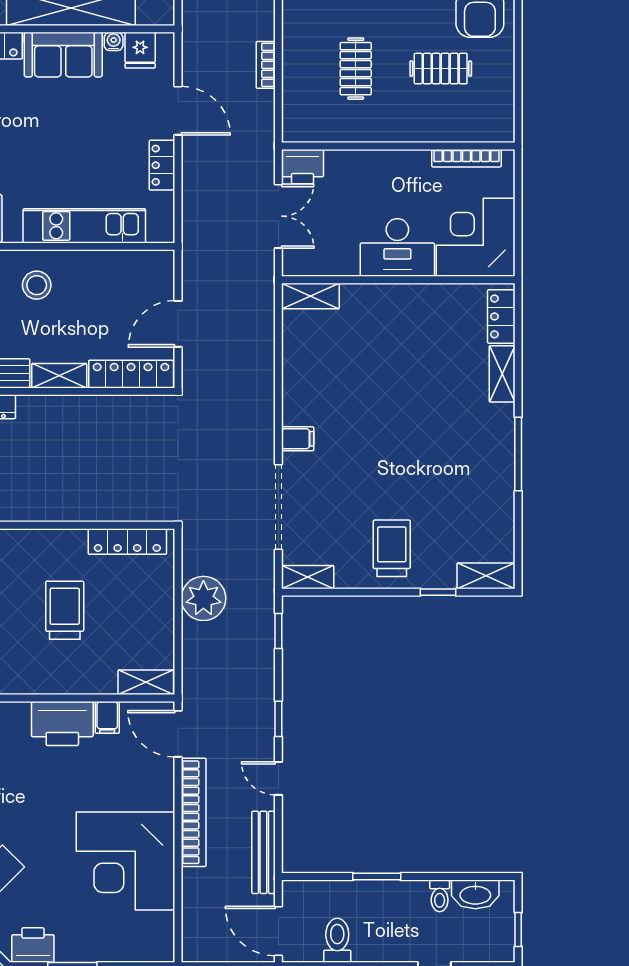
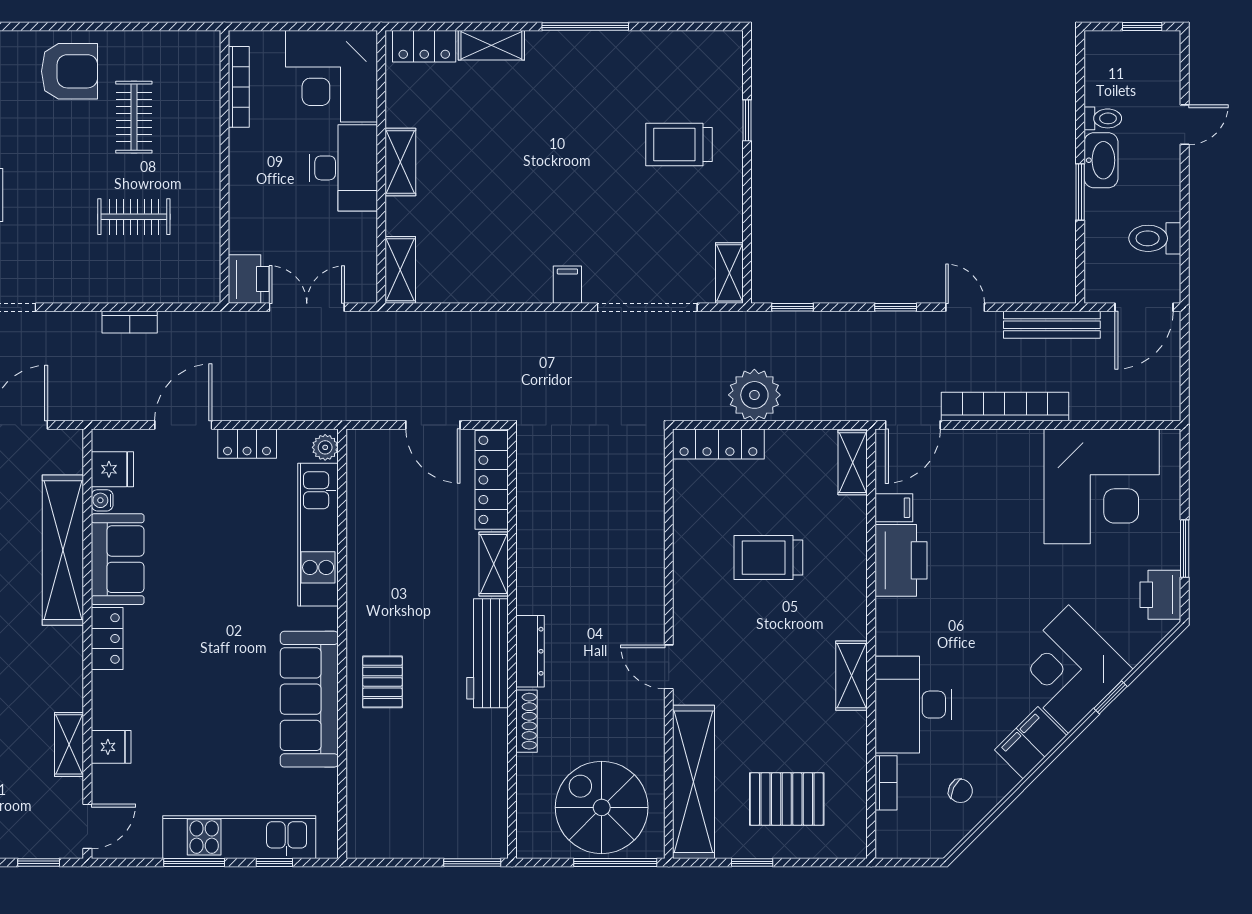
plant: (159, 232) -> (325, 447), added
stool: (37, 285) -> (388, 590), removed
locker: (127, 542) -> (718, 444), moved, turned 90
trolley: (392, 548) -> (679, 144), moved
shelving: (486, 576) -> (400, 162), moved
door: (278, 778) -> (965, 307), swing flipped
corner desk: (126, 861) -> (1102, 486), moved
washbasin: (475, 894) -> (1101, 160), moved

